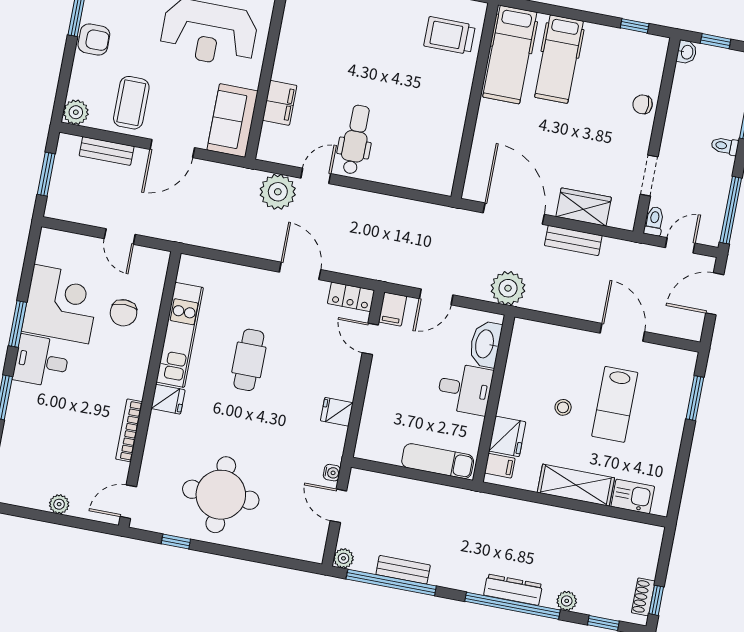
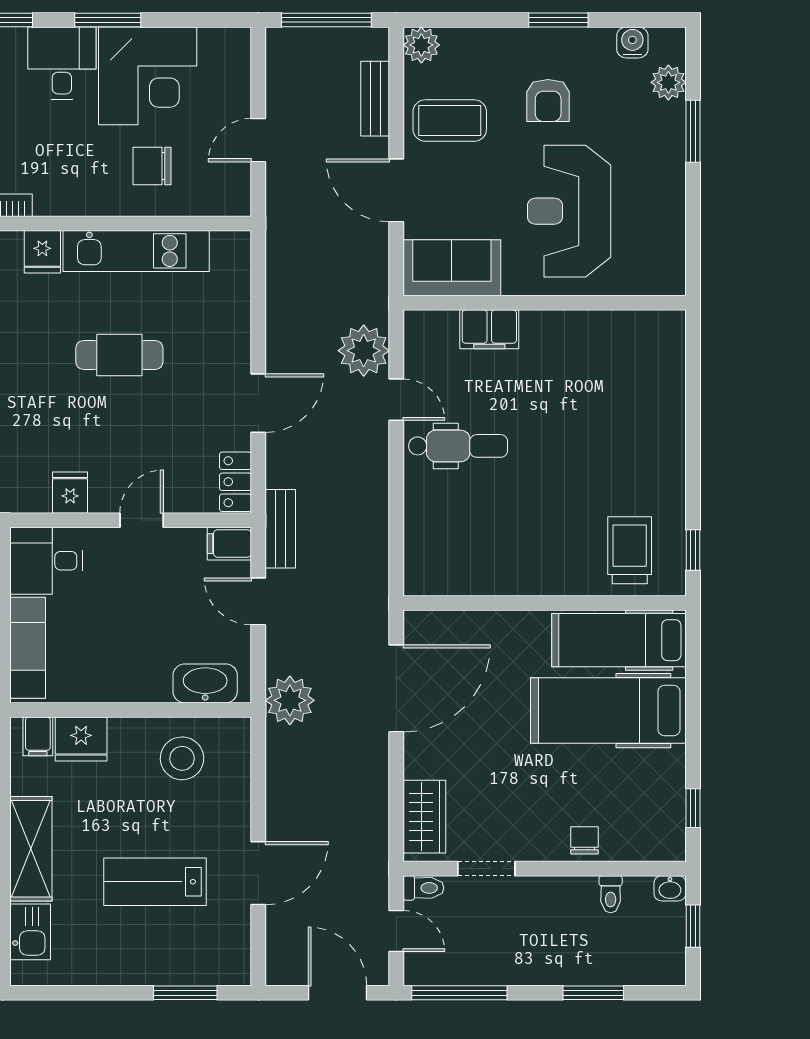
armchair: (94, 40) -> (548, 100), moved
hospital bed: (559, 59) -> (608, 711), width x1.37, depth x1.29
toilet: (725, 146) -> (611, 894), moved, turned 180
window: (46, 174) -> (326, 20), width x1.44
wardrobe: (584, 207) -> (424, 817), moved
bench: (573, 241) -> (280, 529), moved
door: (370, 339) -> (142, 520), moved
desk: (465, 389) -> (46, 561), moved, turned 90
stool: (563, 407) -> (182, 758), moved, width x1.89, depth x1.89

